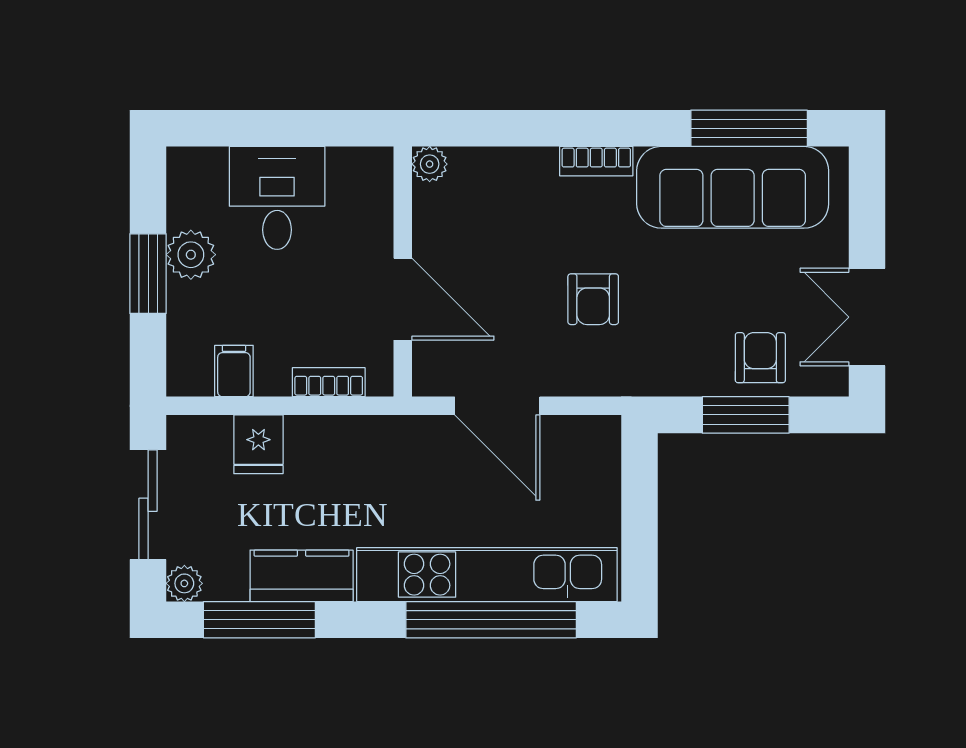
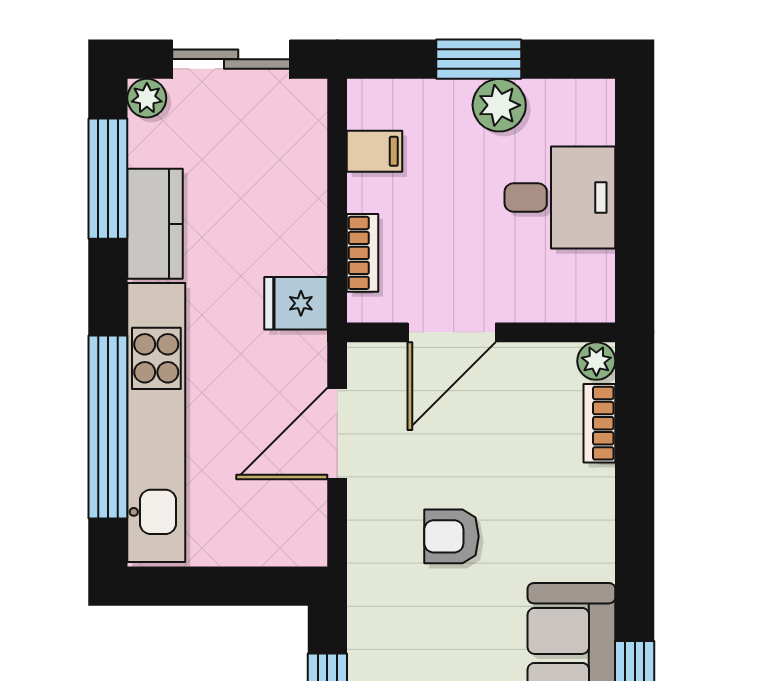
bookcase: (596, 161) -> (599, 423), moved
fridge: (258, 444) -> (296, 303), moved

